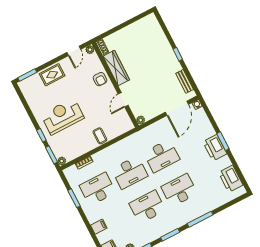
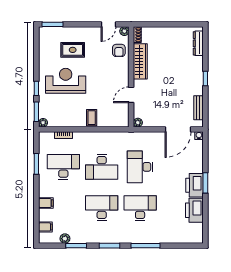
dresser: (157, 28) -> (198, 43), added
rug: (52, 75) -> (73, 50), moved
armchair: (100, 79) -> (119, 50), moved
desk: (162, 156) -> (140, 167), turned 90
printer: (231, 179) -> (194, 210), moved

